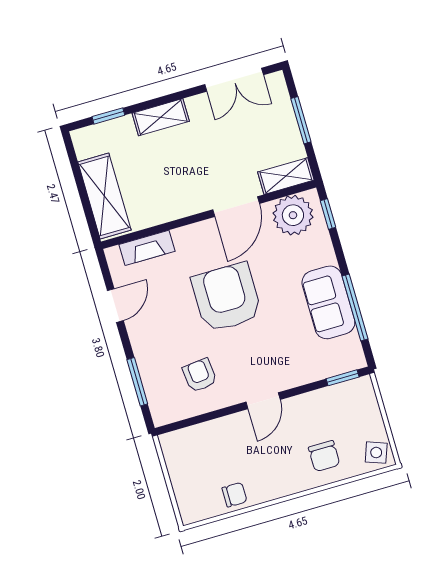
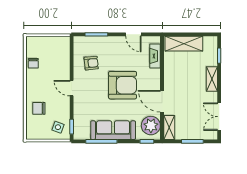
sofa: (328, 302) -> (113, 130), width x1.36
side table: (376, 453) -> (58, 127), moved

